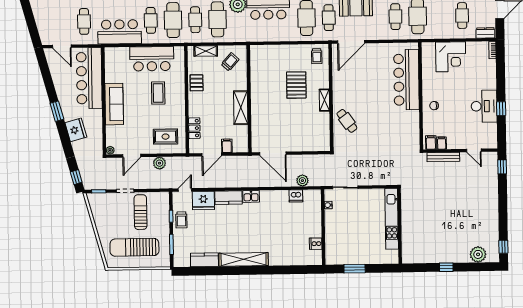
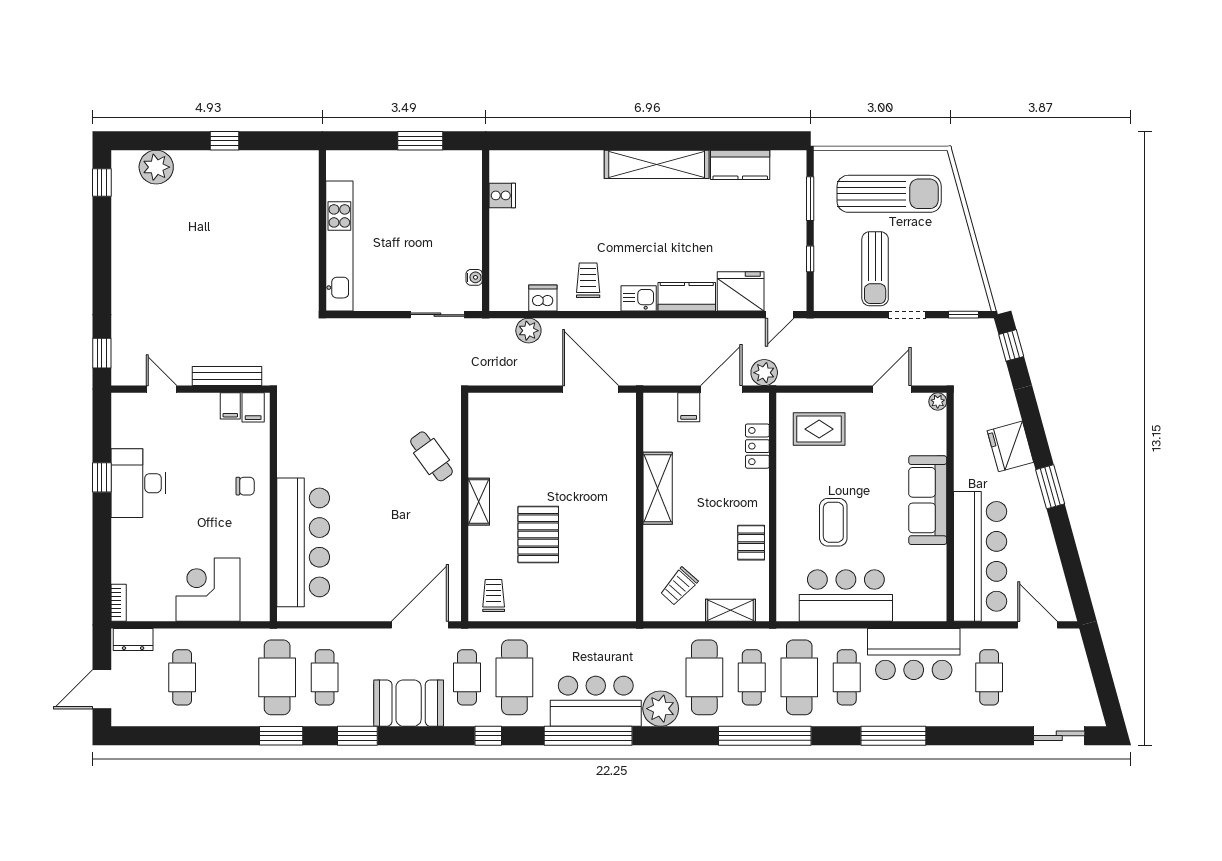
plant: (159, 163) -> (764, 373), moved
trolley: (181, 220) -> (588, 280), moved

